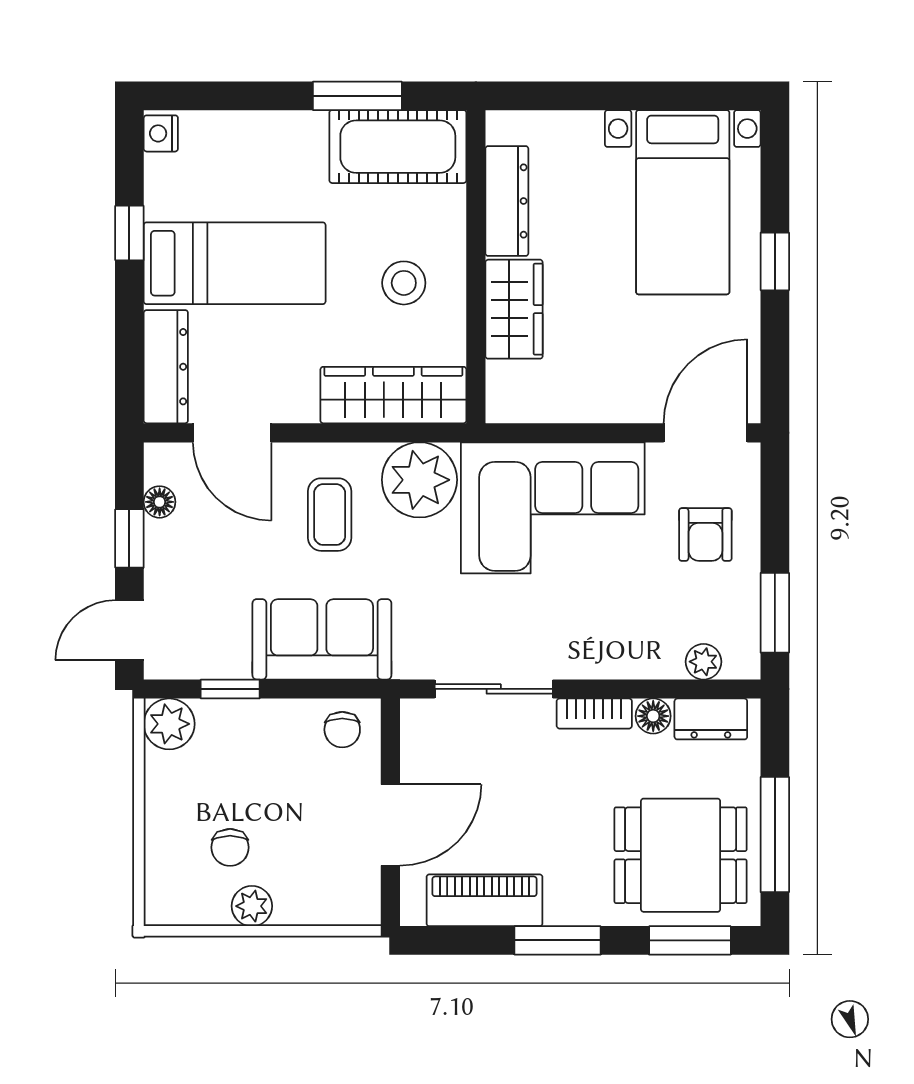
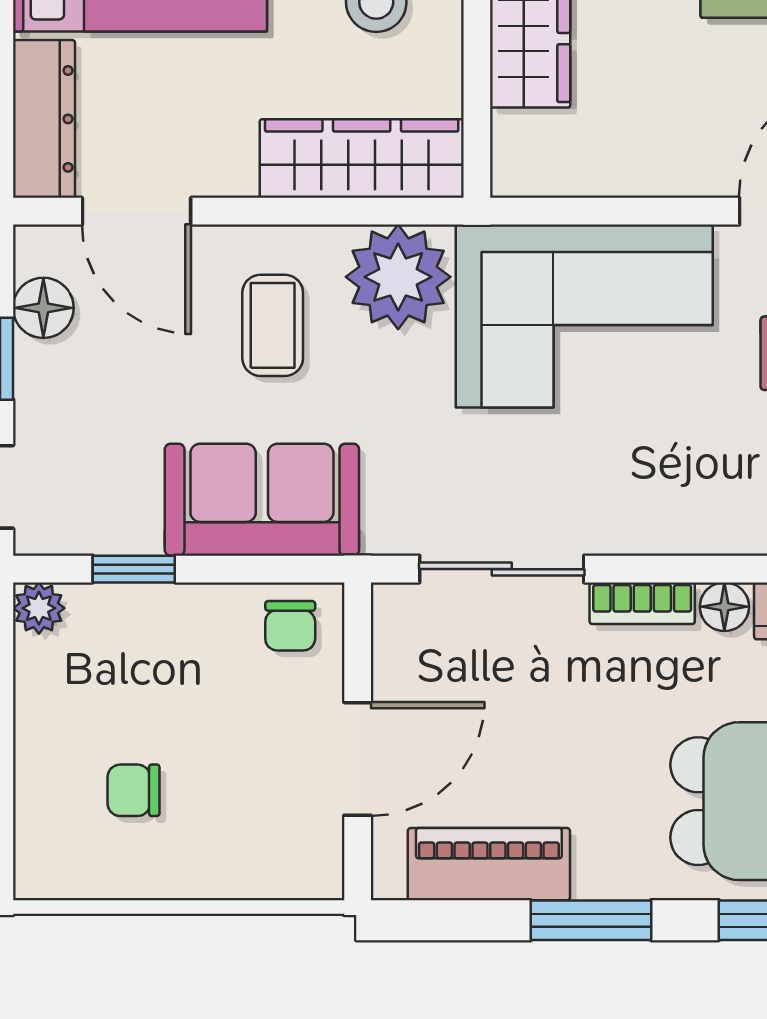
floor lamp: (160, 502) -> (43, 308), width x1.37, depth x1.37
plant: (169, 724) -> (39, 608), width x0.73, depth x0.73
chair: (230, 847) -> (134, 790), turned 90
plant: (252, 906) -> (164, 872), removed

